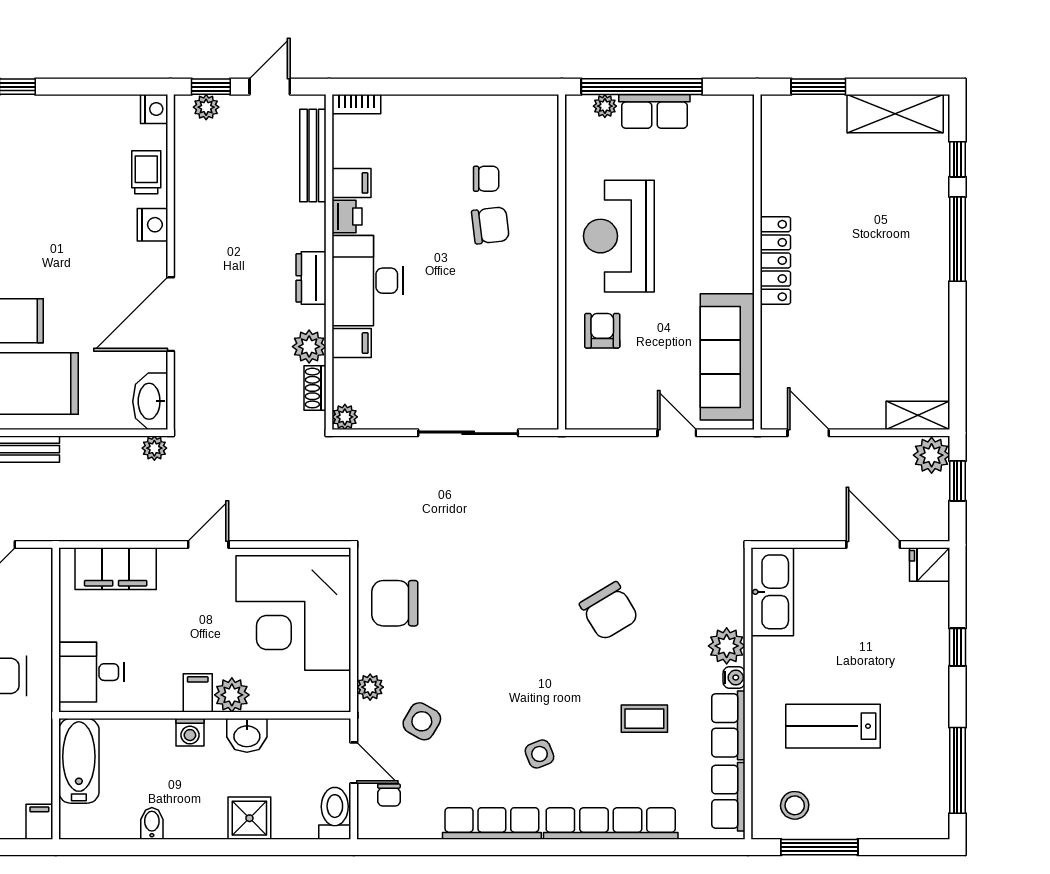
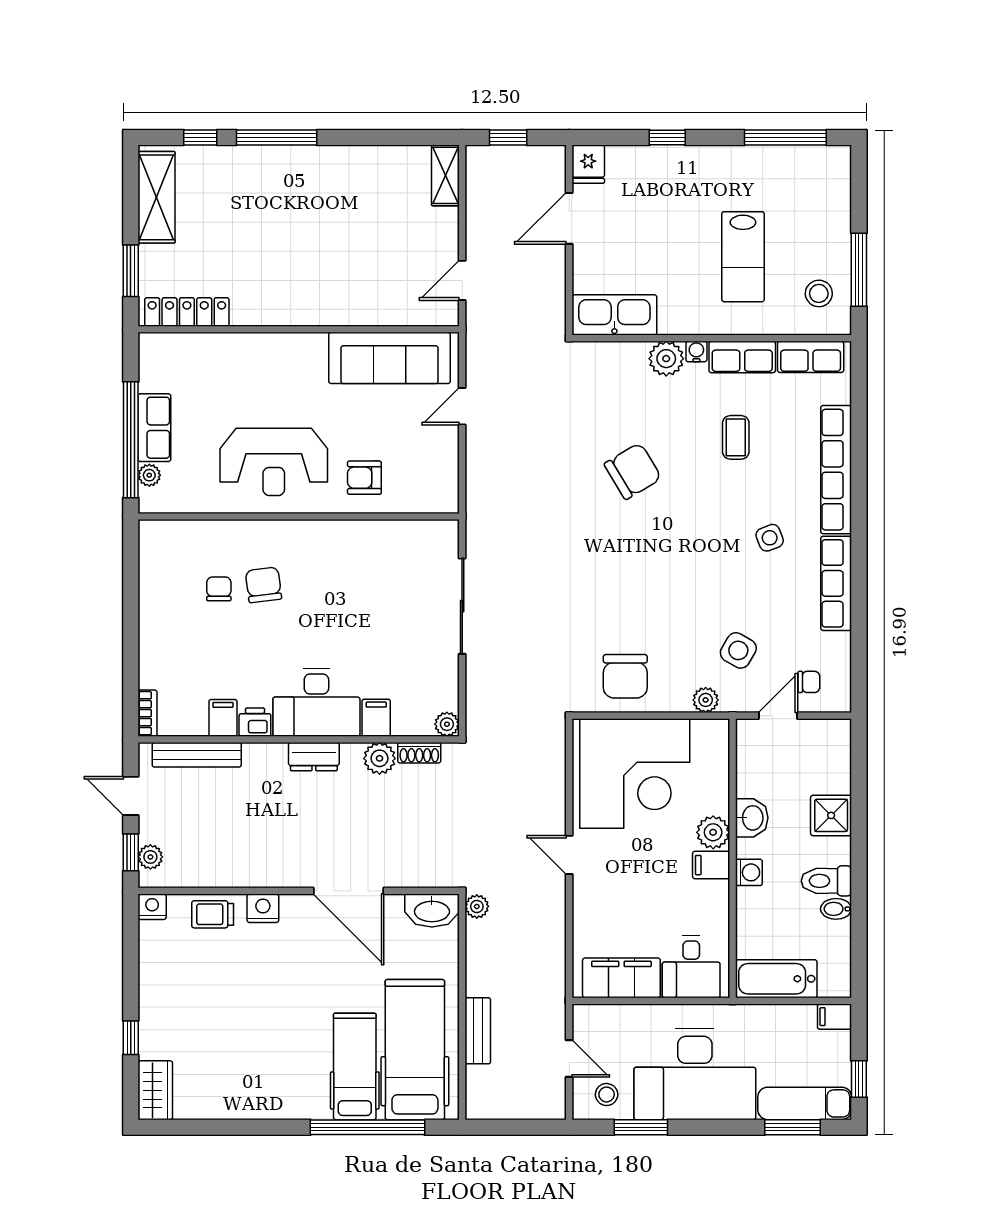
locker: (775, 260) -> (187, 312), moved
plant: (932, 455) -> (484, 162), removed
filing cabinet: (116, 569) -> (621, 978), moved, turned -90
toilet: (335, 813) -> (826, 881), moved

